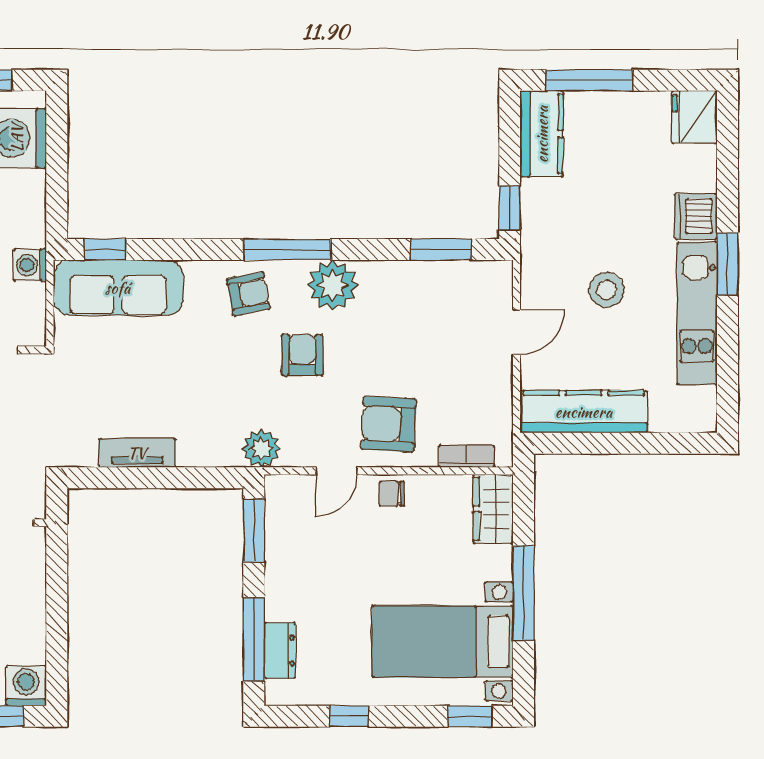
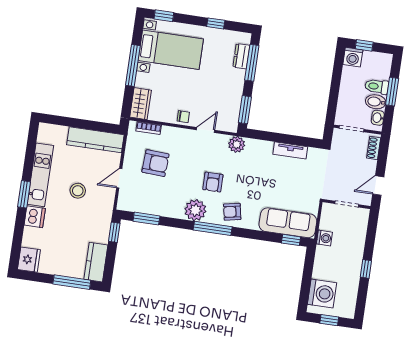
armchair: (389, 424) -> (155, 163), moved

